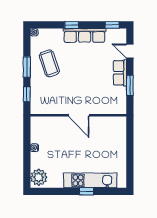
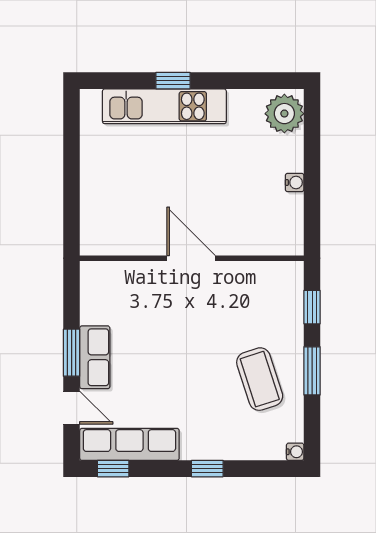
row of seats: (85, 35) -> (129, 444), moved
window: (130, 85) -> (72, 353), moved

